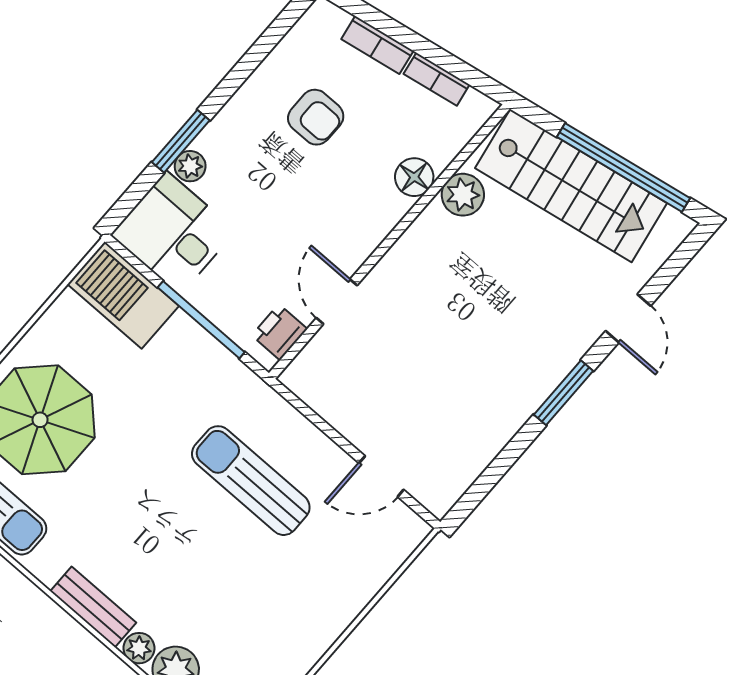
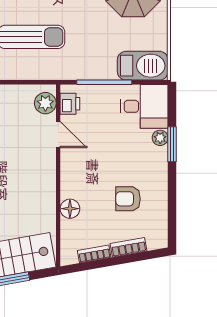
plant: (463, 195) -> (45, 103), moved

